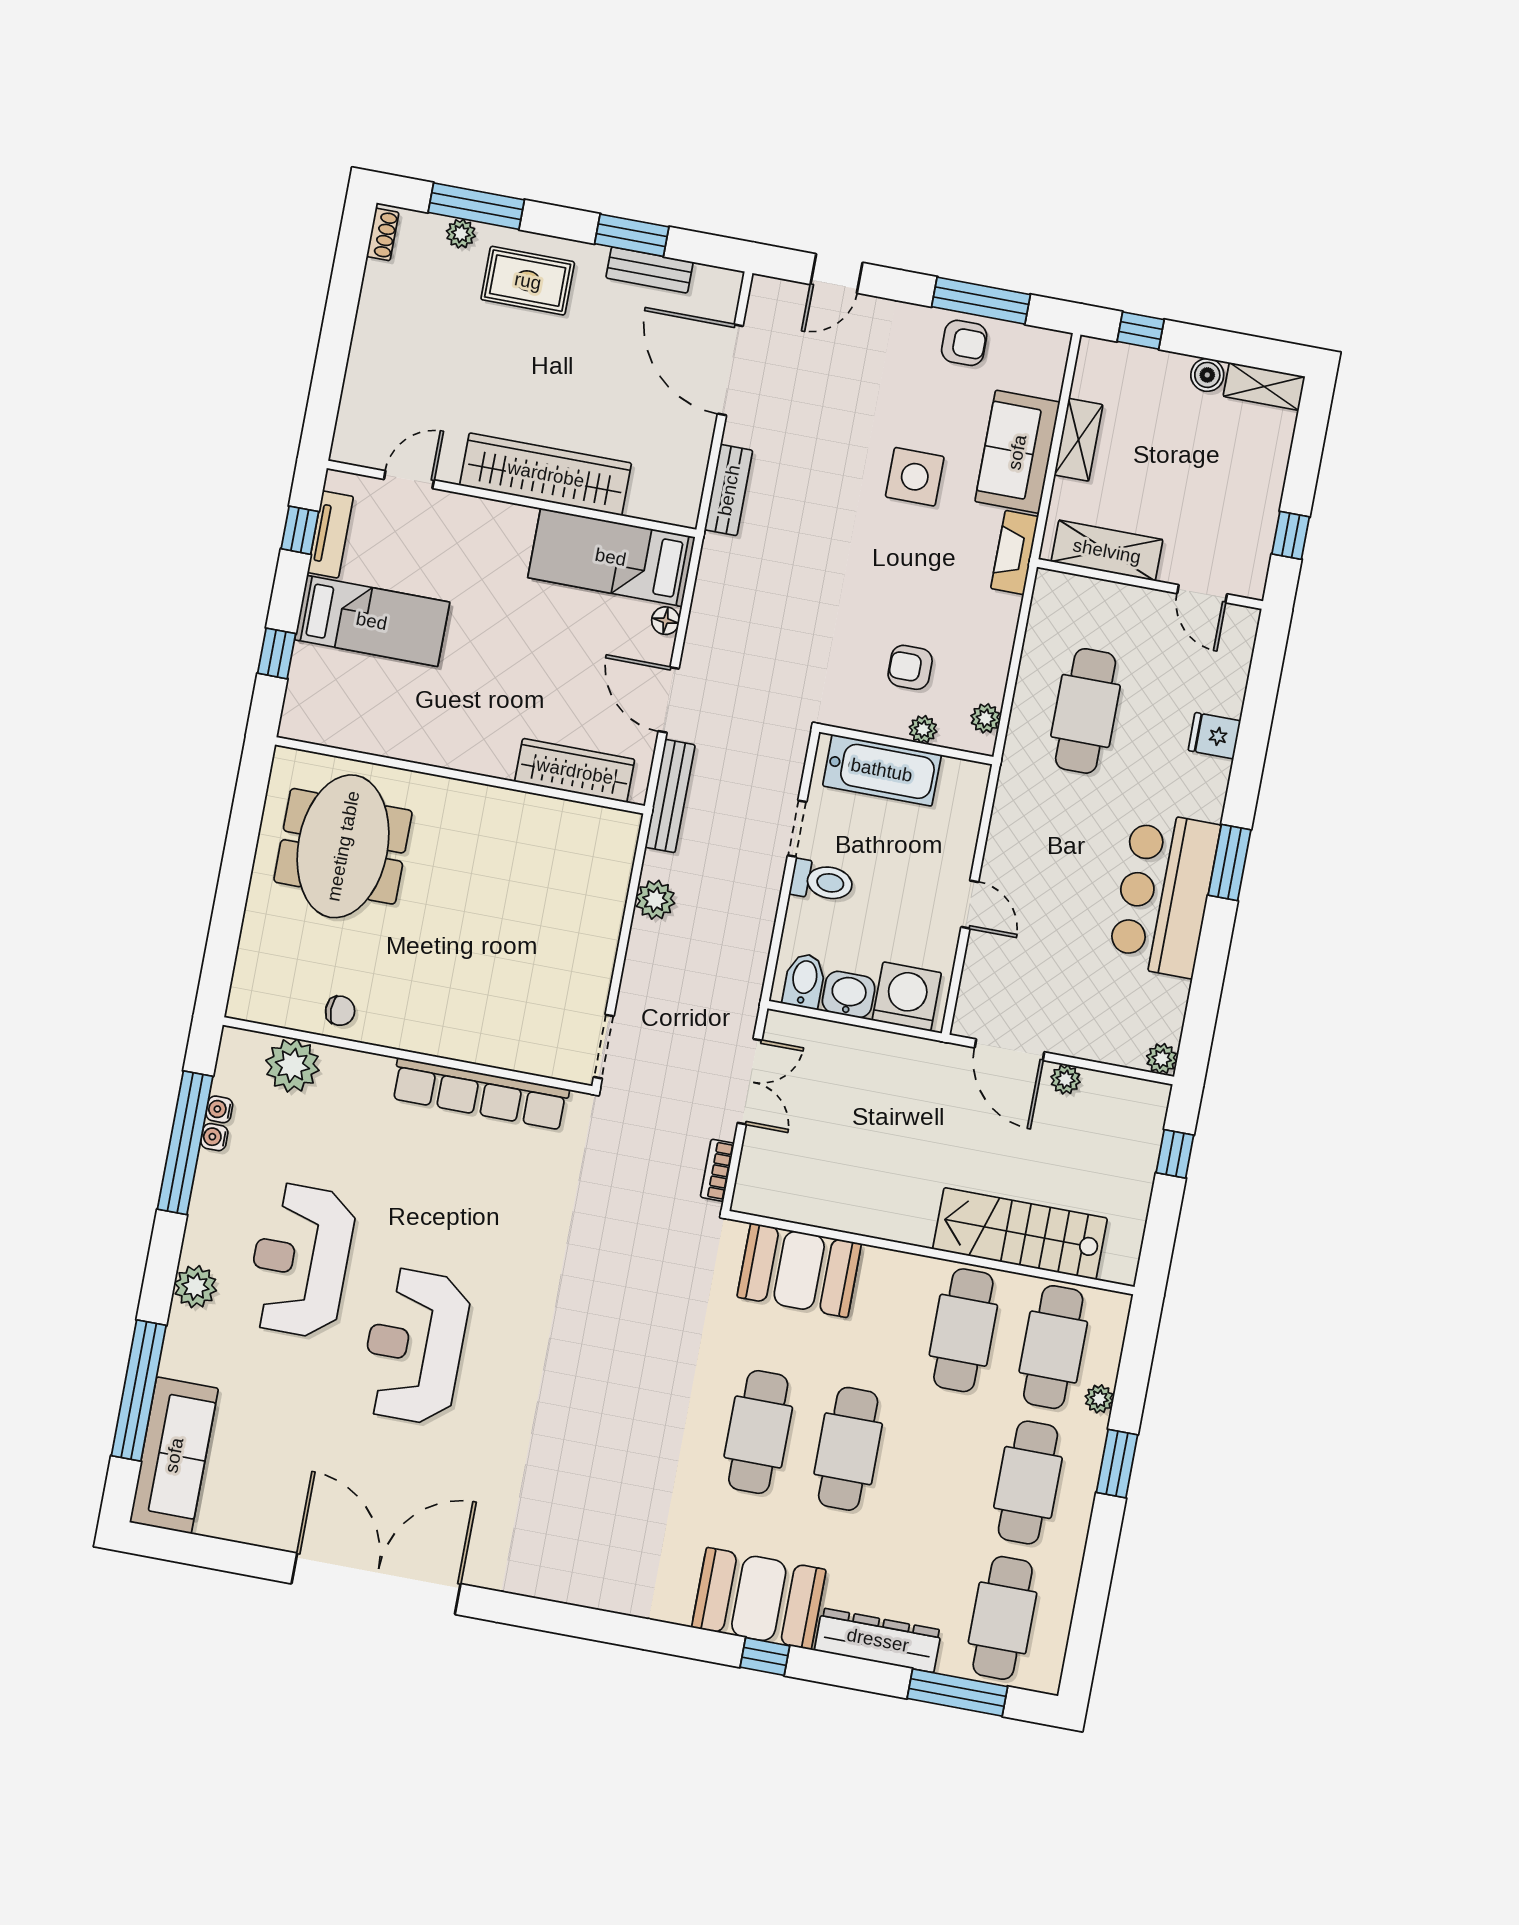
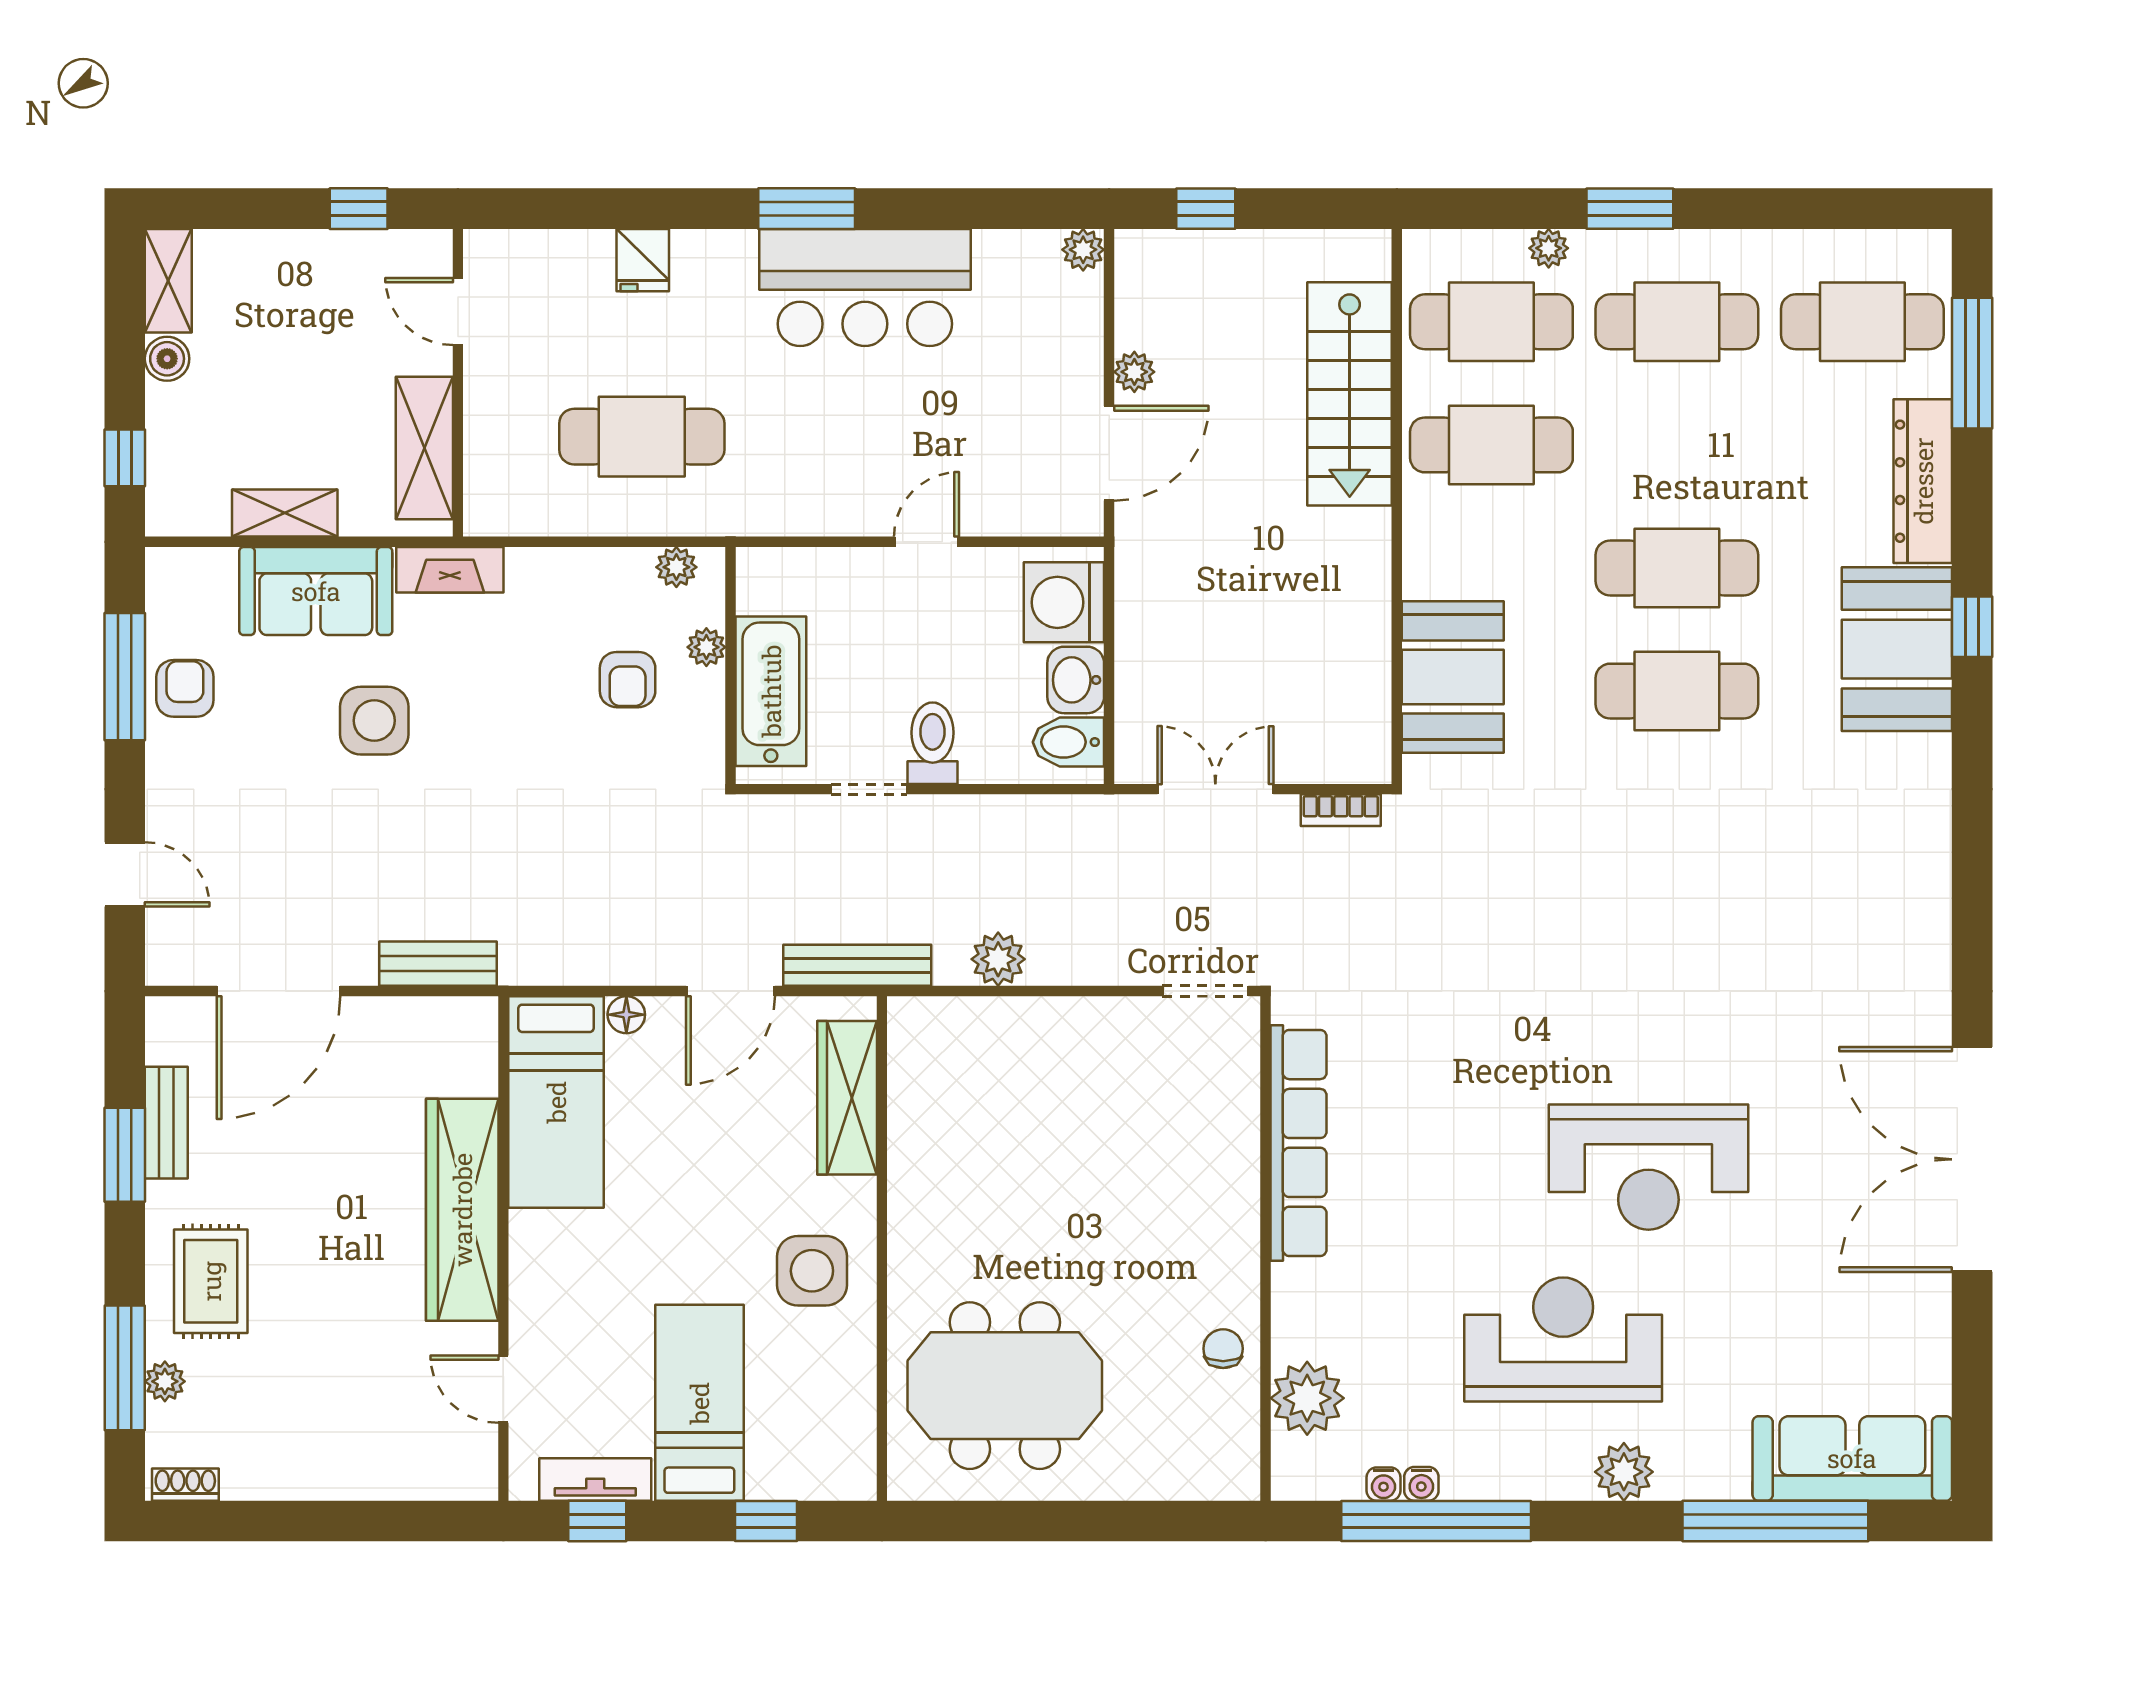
door: (1202, 594) -> (458, 311), swing flipped
side table: (453, 721) -> (812, 1271), added
reception desk: (300, 1260) -> (1563, 1339), turned 180

